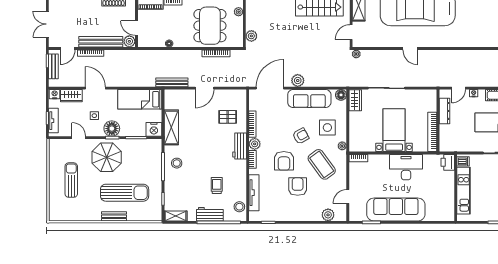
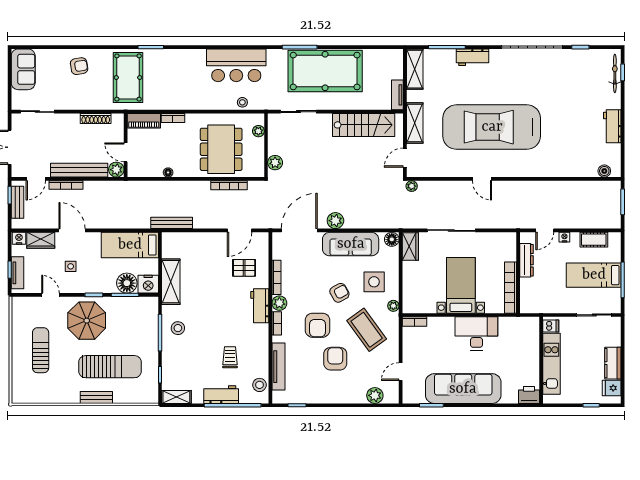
door: (204, 88) -> (240, 230), moved
floor lamp: (112, 129) -> (127, 283), moved
printer: (448, 162) -> (529, 395), moved, turned 90

